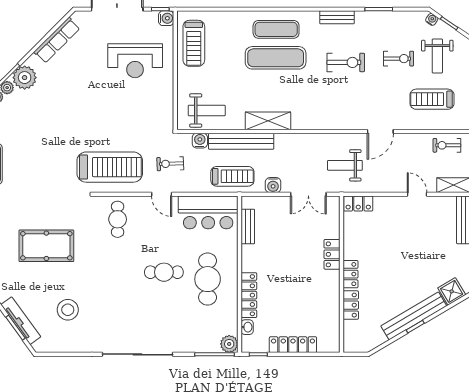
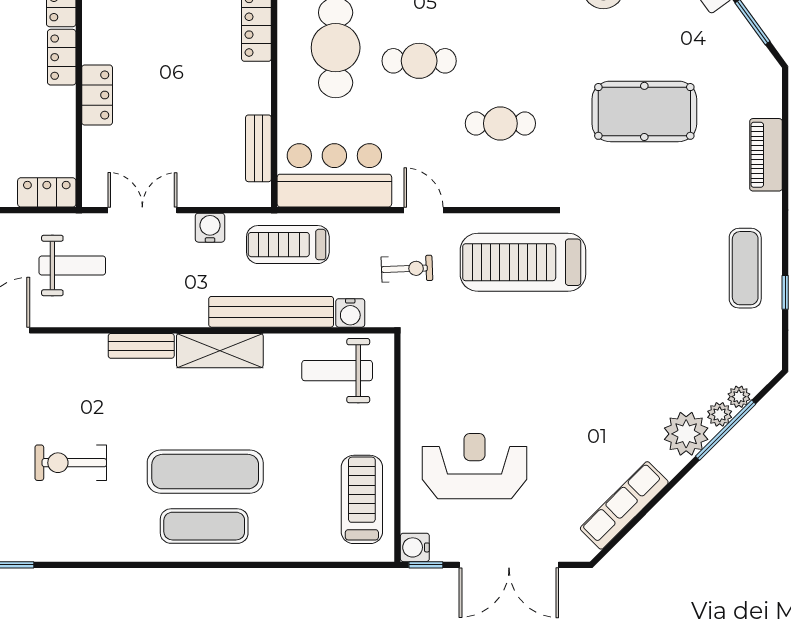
bench: (337, 17) -> (141, 346), moved
cafe table: (118, 219) -> (500, 123), moved, turned 90

